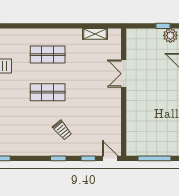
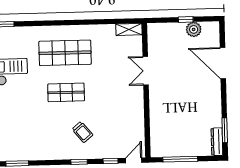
shelving: (95, 34) -> (129, 29), moved
shop shelf: (48, 55) -> (65, 53), width x1.43, depth x1.36
door: (110, 158) -> (134, 160), hinge flipped

